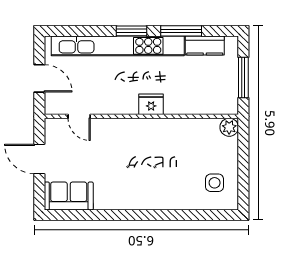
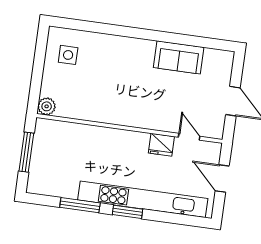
kitchen counter: (205, 45) -> (59, 188), removed
fridge: (151, 104) -> (161, 145), moved
sofa: (69, 196) -> (179, 57), moved

